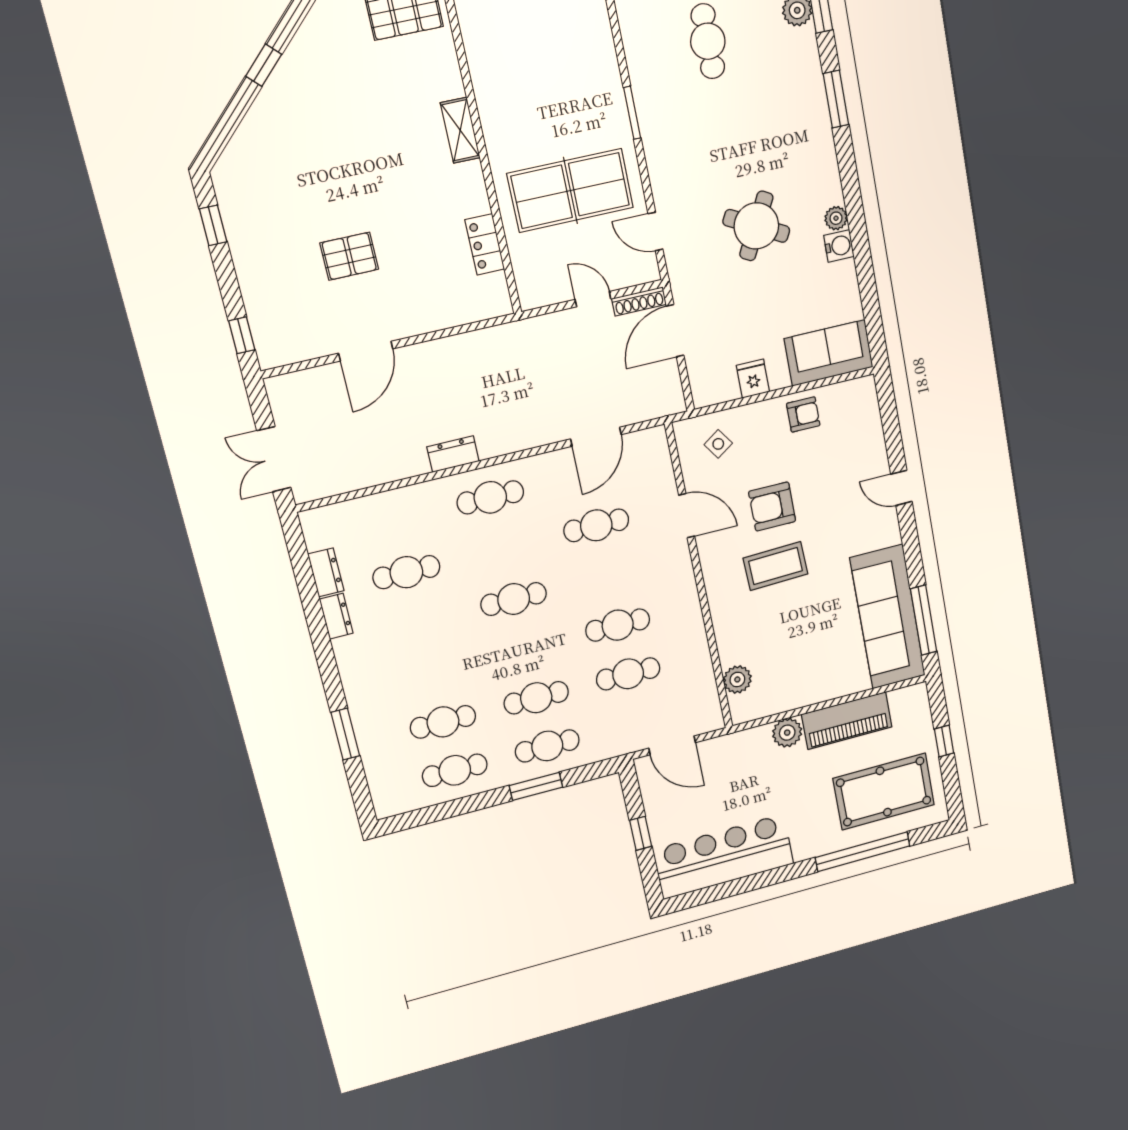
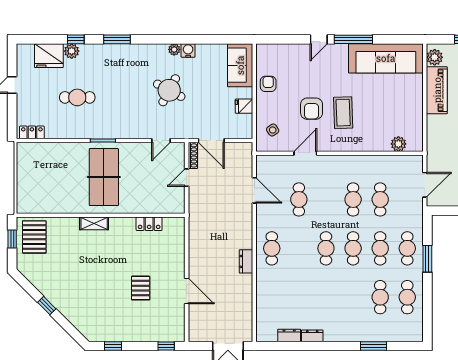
table tennis table: (570, 191) -> (104, 177), moved
cafe table: (406, 572) -> (353, 248), moved
window: (924, 620) -> (353, 39), moved
plant: (787, 733) -> (435, 57), moved

